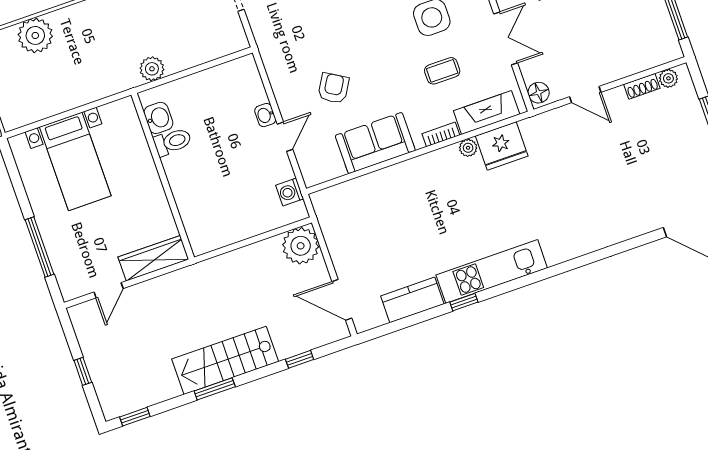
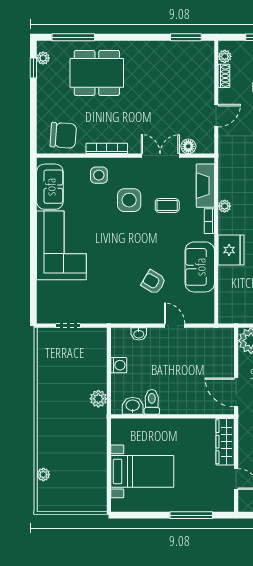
plant: (35, 35) -> (43, 475), width x0.53, depth x0.53
coffee table: (442, 71) -> (167, 206), turned 90
floor lamp: (539, 93) -> (188, 146), moved
washbasin: (265, 115) -> (139, 334), moved
fridge: (502, 146) -> (231, 250), moved
washing machine: (290, 192) -> (119, 365), moved, turned -90
door: (224, 250) -> (236, 392), added

